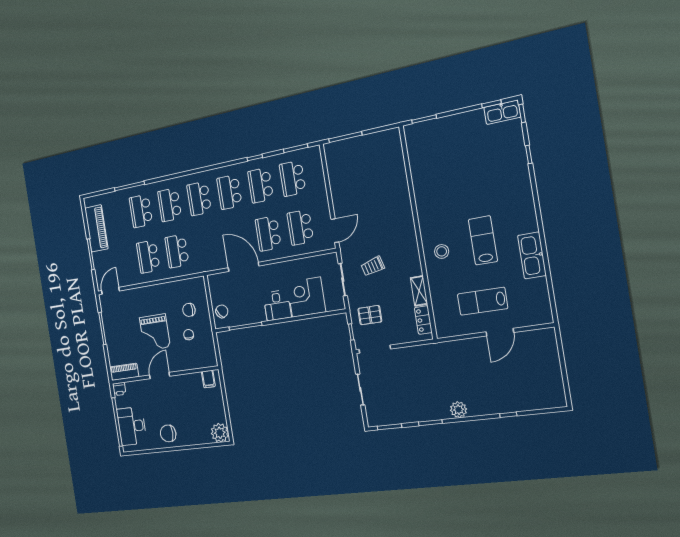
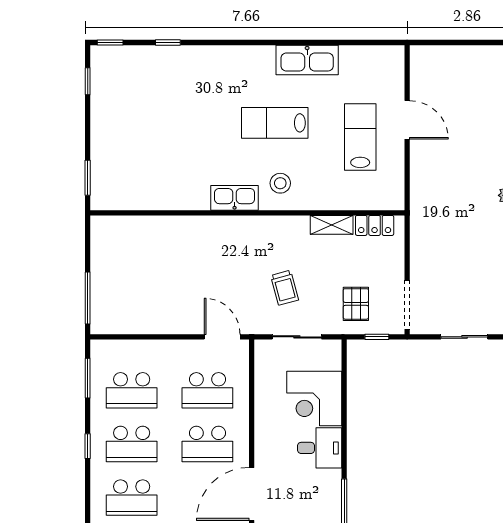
kitchen sink: (502, 112) -> (235, 198), moved, turned -90
lab bench: (482, 301) -> (360, 137), turned 180

